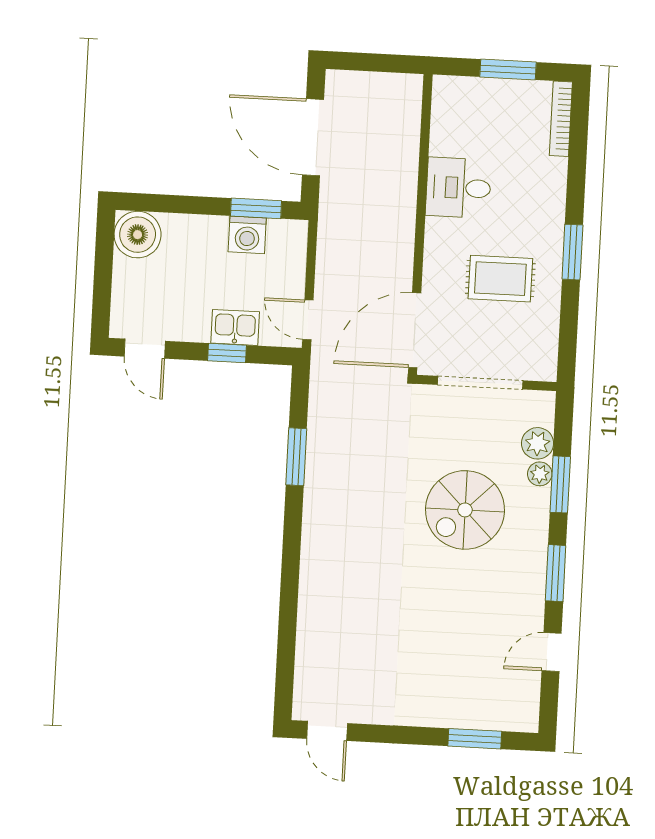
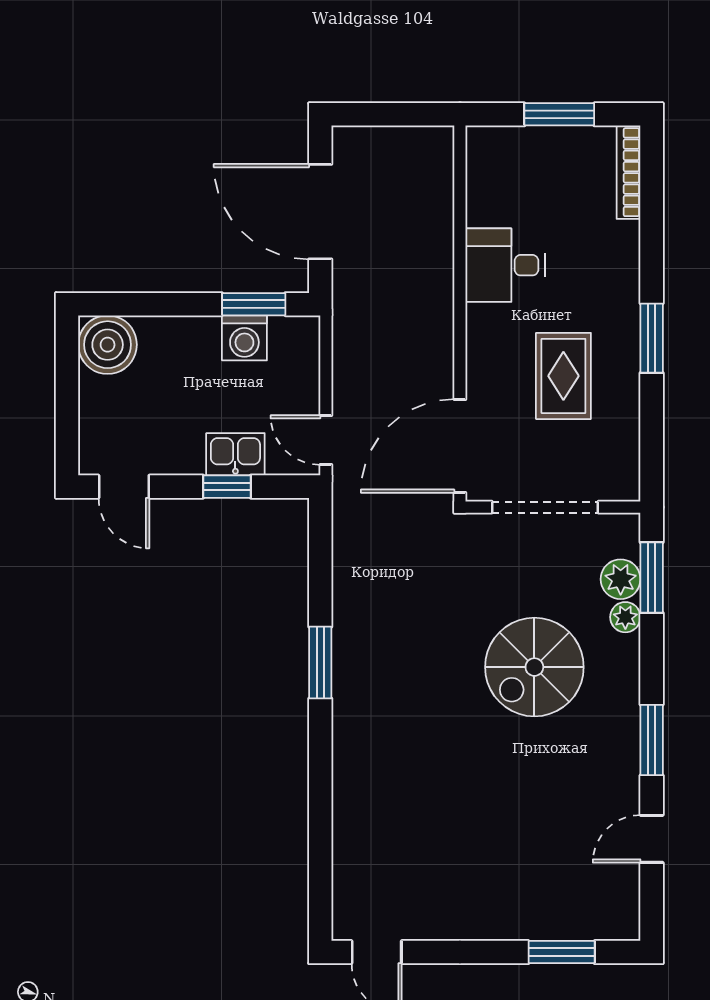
rug: (500, 279) -> (563, 376), turned 90
window: (296, 457) -> (320, 663), moved
window: (560, 484) -> (652, 578), moved

